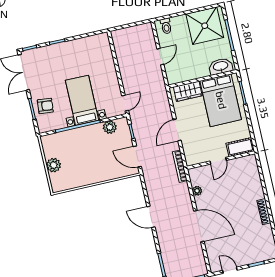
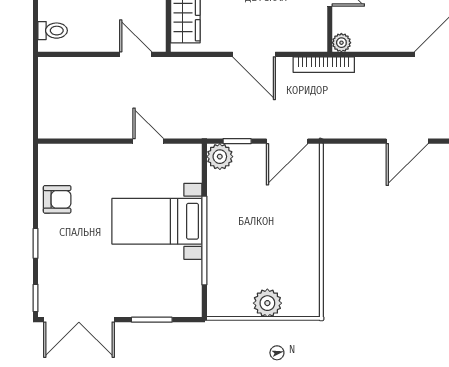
door: (160, 57) -> (136, 54), moved
door: (125, 103) -> (148, 141), moved
armchair: (45, 106) -> (57, 199), moved, turned 85
plant: (110, 127) -> (220, 157), moved
plant: (197, 191) -> (341, 43), moved

